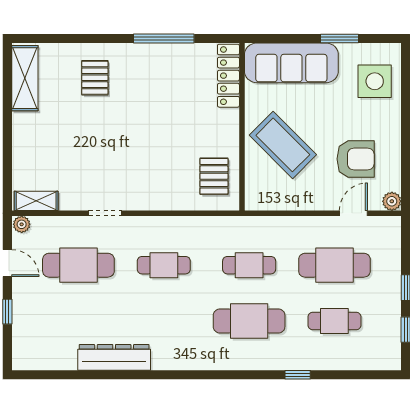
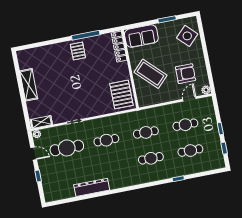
sofa: (291, 63) -> (141, 36), width x0.73
shelving: (25, 78) -> (29, 85), moved
pallet: (95, 78) -> (78, 51), moved
side table: (375, 81) -> (187, 36), turned 45
pallet: (214, 176) -> (121, 94), width x1.50, depth x1.42
cafe table: (334, 265) -> (185, 125), width x0.73, depth x0.74
cafe table: (249, 321) -> (151, 158), width x0.73, depth x0.74

